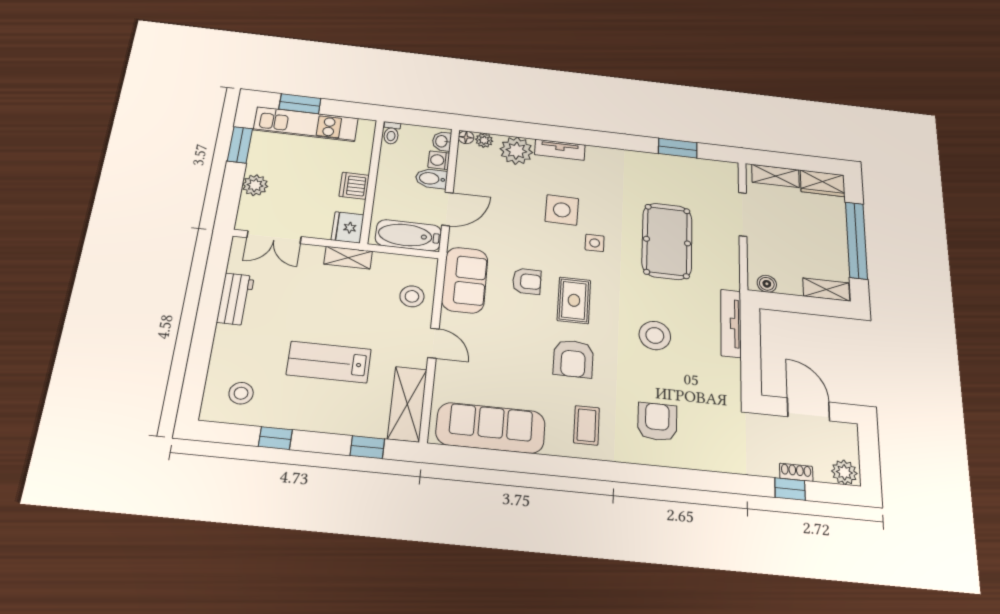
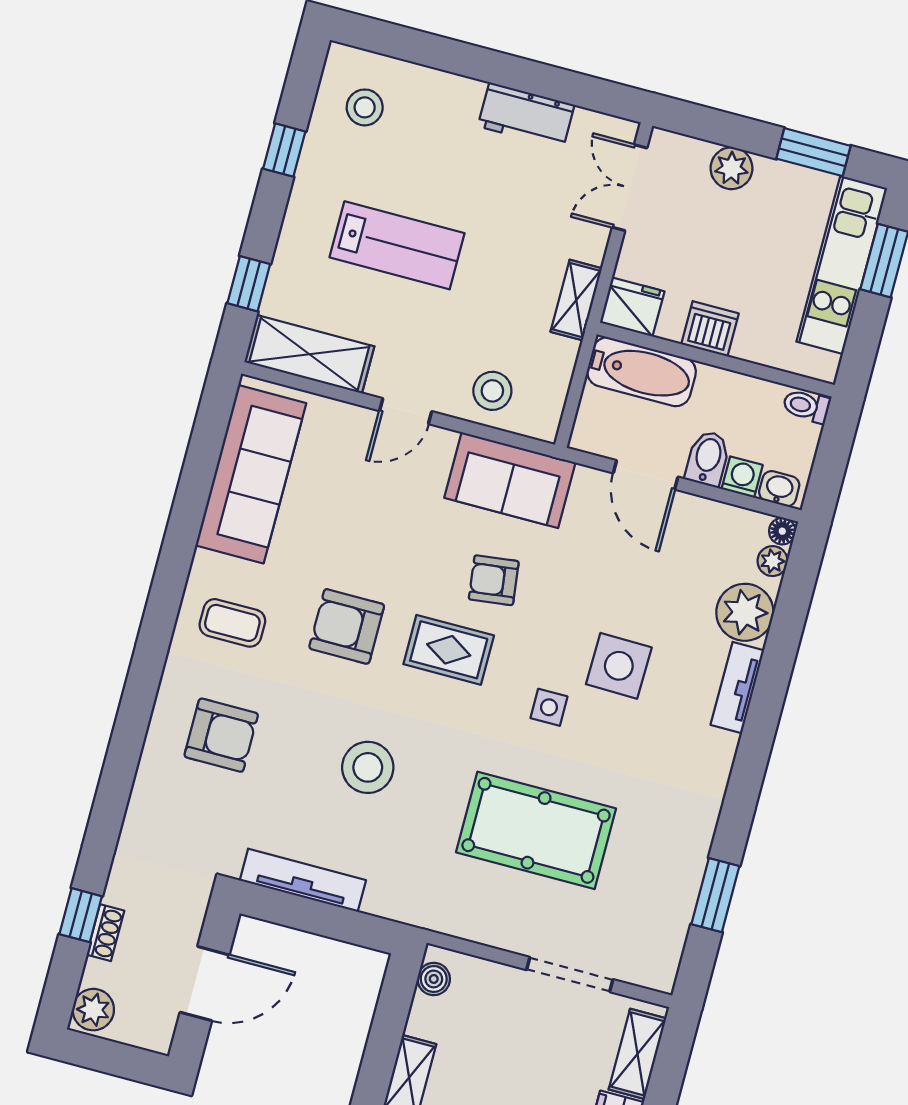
bathtub: (408, 235) -> (641, 372), moved, turned 90
armchair: (527, 281) -> (494, 580), turned 83
tv unit: (731, 323) -> (303, 880), moved
lab bench: (329, 362) -> (397, 245), turned 90

